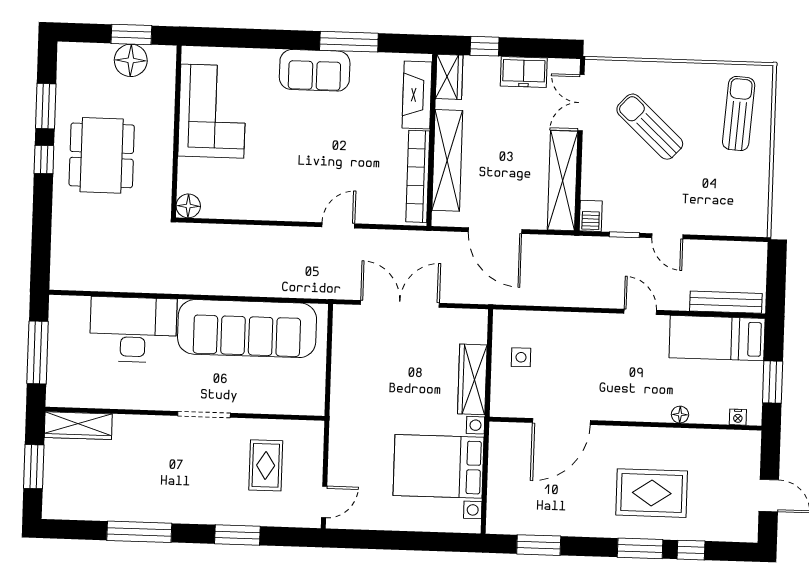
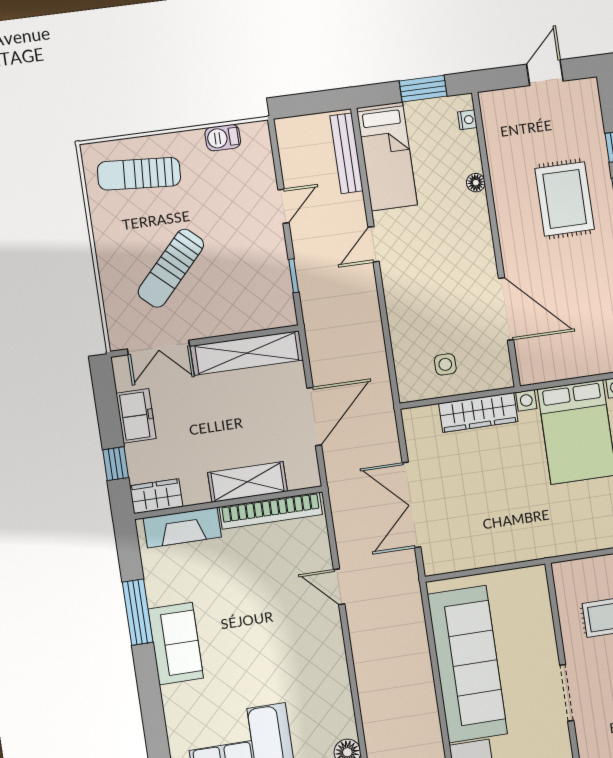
shelving: (447, 160) -> (248, 482), width x0.68
barbecue: (591, 216) -> (223, 138), moved, turned 180
door: (667, 236) -> (283, 206), moved

